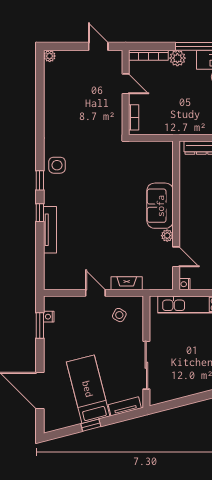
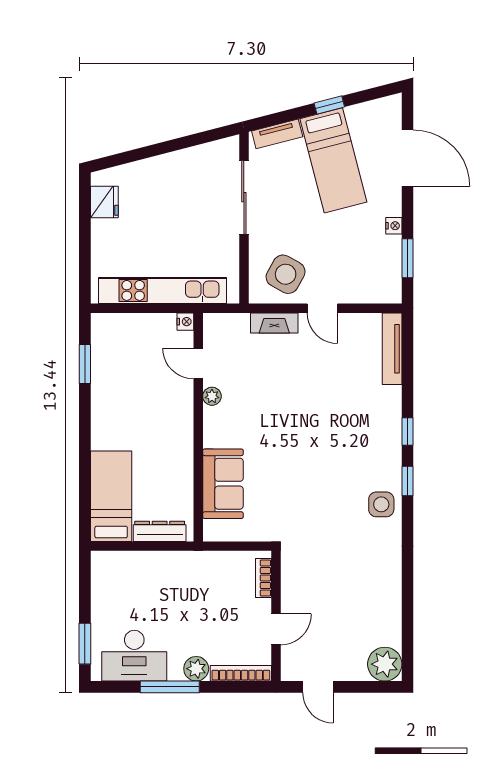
plant: (50, 56) -> (385, 664), width x1.87, depth x1.87
door: (126, 84) -> (276, 629), swing flipped
sofa: (160, 206) -> (223, 484), moved
tv unit: (50, 230) -> (392, 349), moved
side table: (119, 315) -> (286, 274), width x1.87, depth x1.87
nightstand: (49, 317) -> (394, 226), moved

